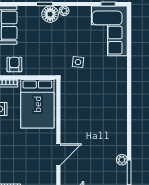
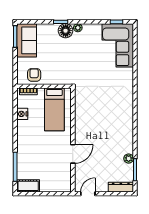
side table: (78, 62) -> (90, 73), removed
bed: (37, 104) -> (54, 109), width x0.67

